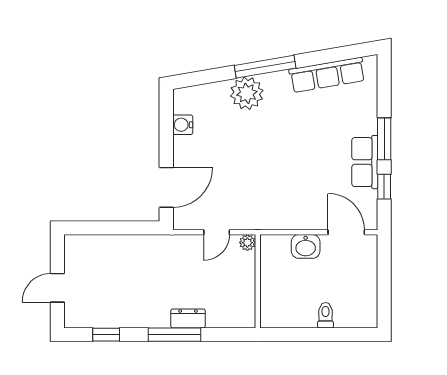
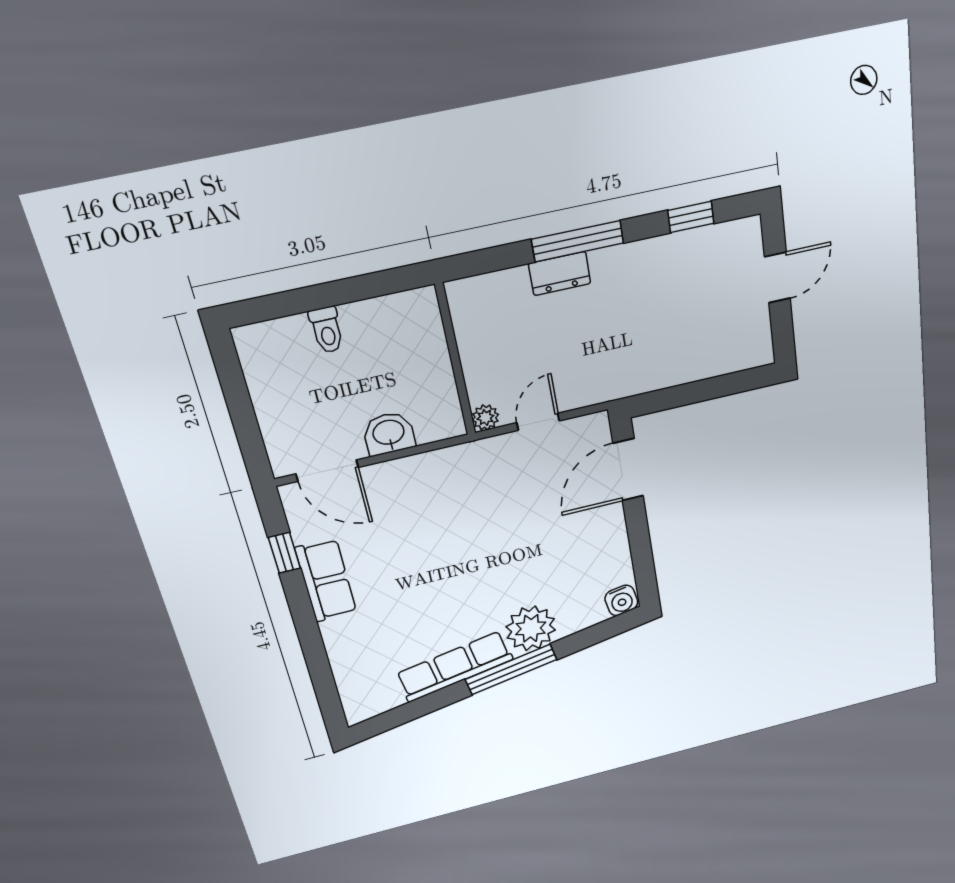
row of seats: (327, 75) -> (455, 667), moved
water cooler: (183, 125) -> (621, 600), moved, turned 80
window: (384, 139) -> (305, 620), removed

